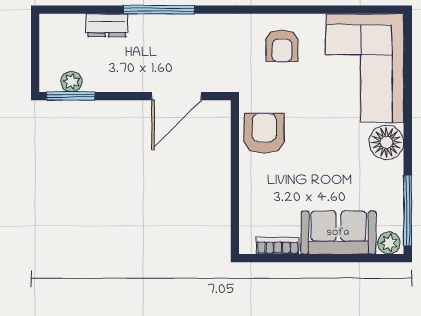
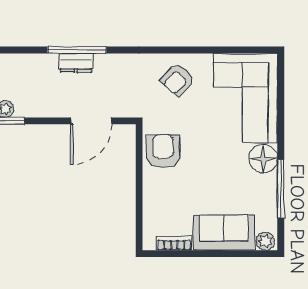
dresser: (107, 25) -> (76, 63), moved
armchair: (282, 46) -> (178, 80), turned 42
window: (408, 211) -> (281, 189), moved

